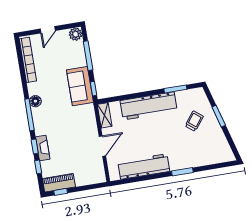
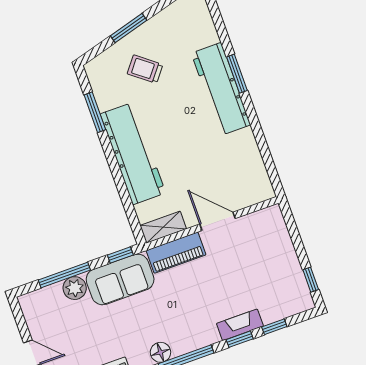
plant: (75, 34) -> (75, 288), moved
workbench: (144, 167) -> (221, 89), moved
piano: (59, 183) -> (176, 253), moved, turned -90

